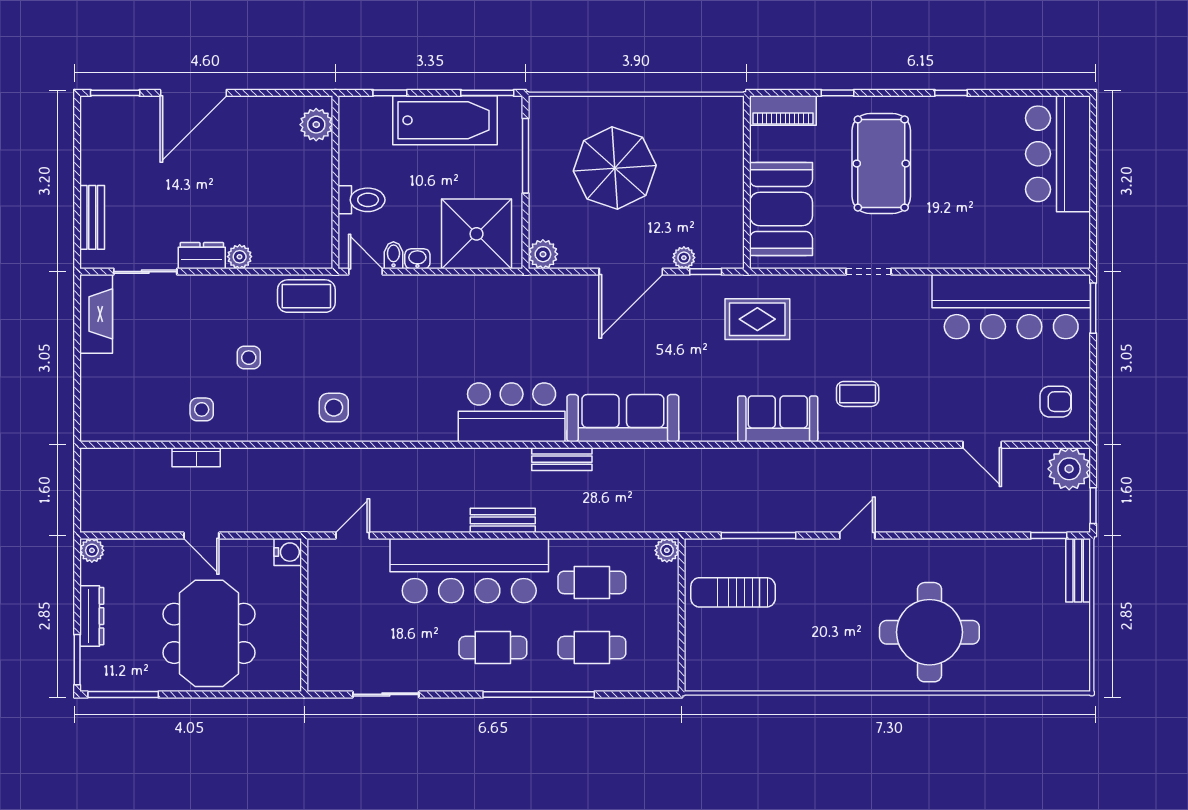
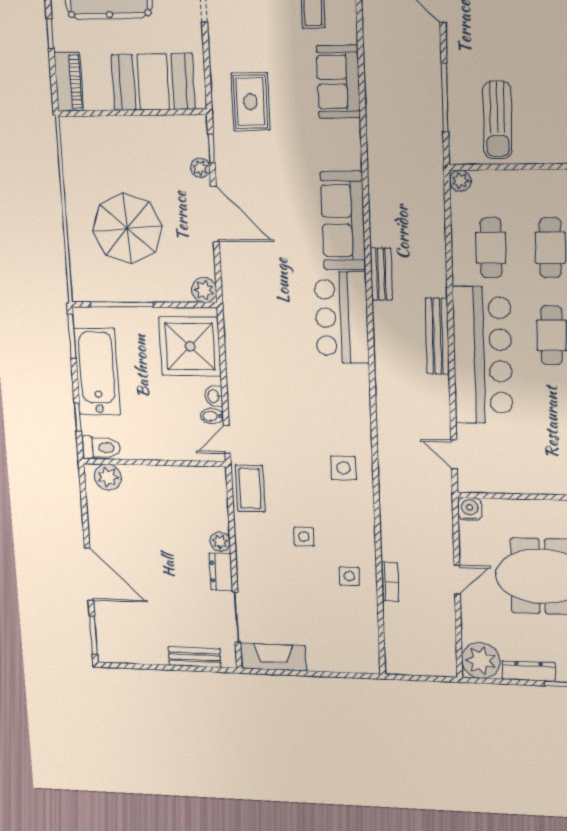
toilet: (362, 200) -> (101, 448), moved, turned 90
bench: (503, 520) -> (437, 336), width x1.36
plant: (92, 550) -> (481, 661), width x1.87, depth x1.87

